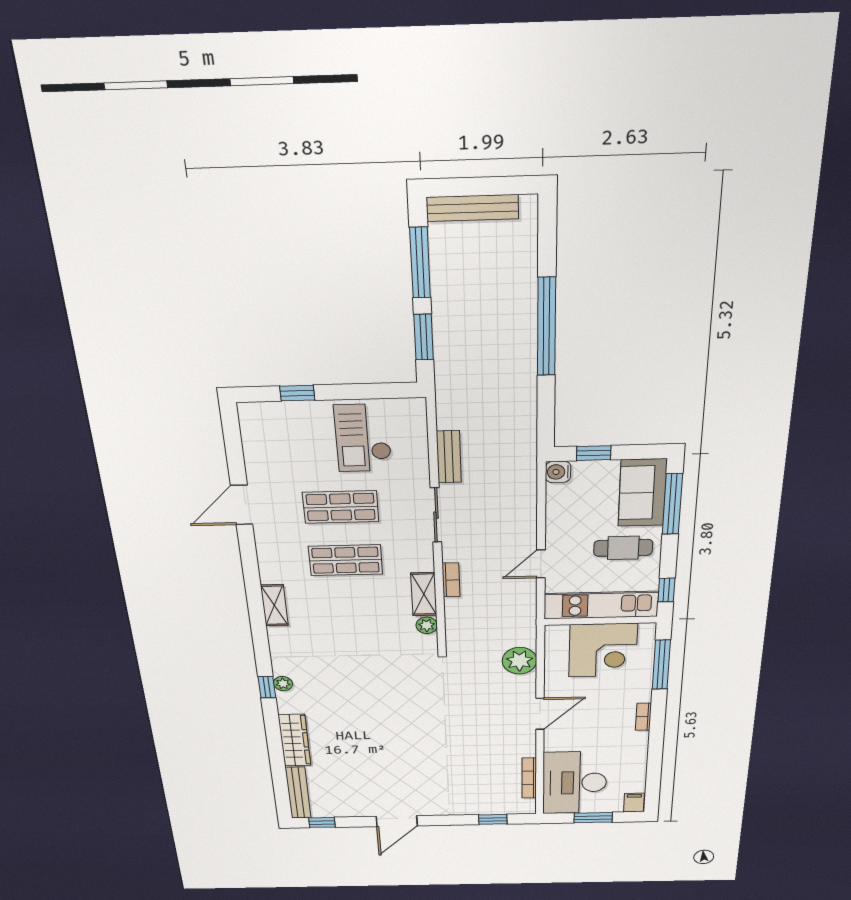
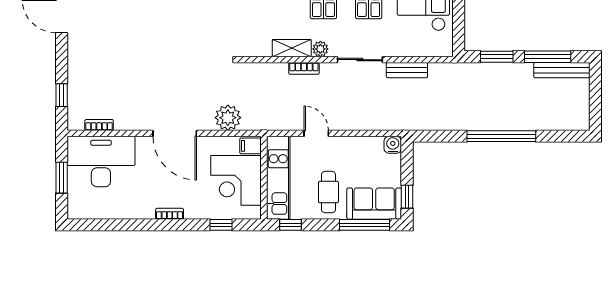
bench: (472, 208) -> (562, 70), moved, turned 90
window: (594, 453) -> (407, 197), moved
plant: (427, 625) -> (320, 49), moved
window: (661, 665) -> (221, 225), width x0.46
door: (540, 714) -> (175, 133), width x1.36
bookcase: (529, 778) -> (99, 125), width x0.64
filing cabinet: (634, 803) -> (250, 146), moved, turned 180

